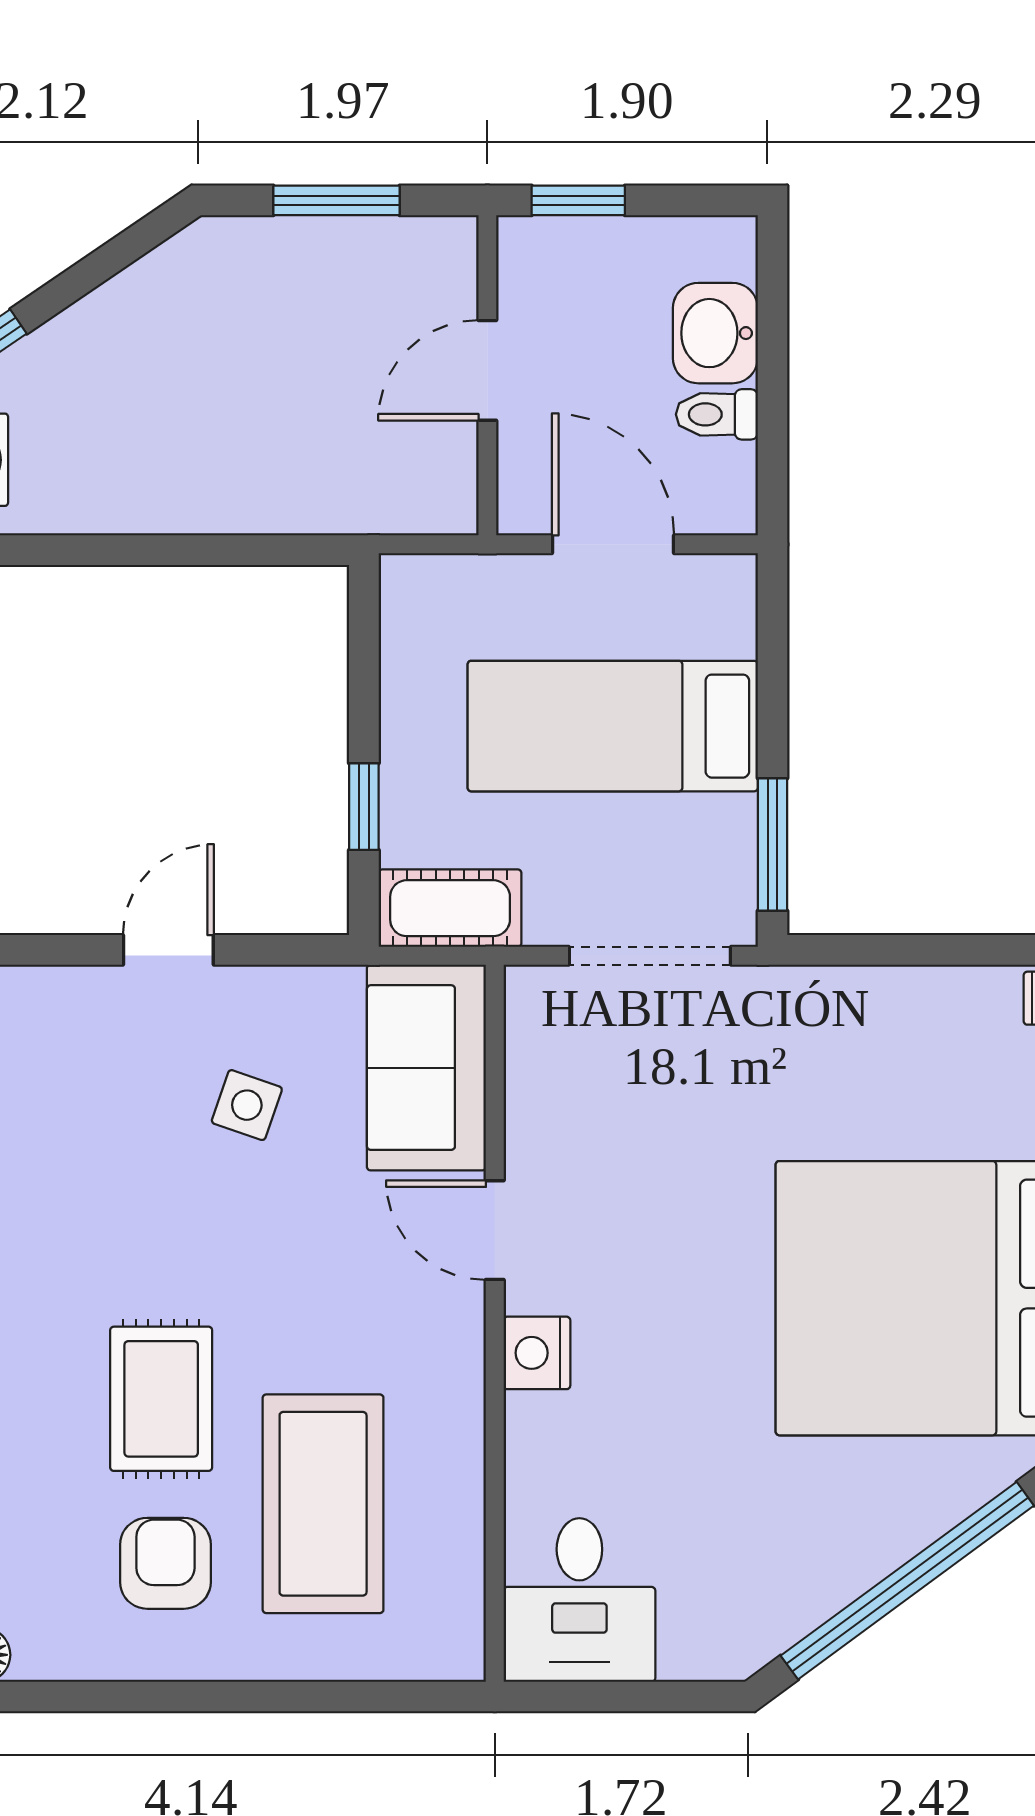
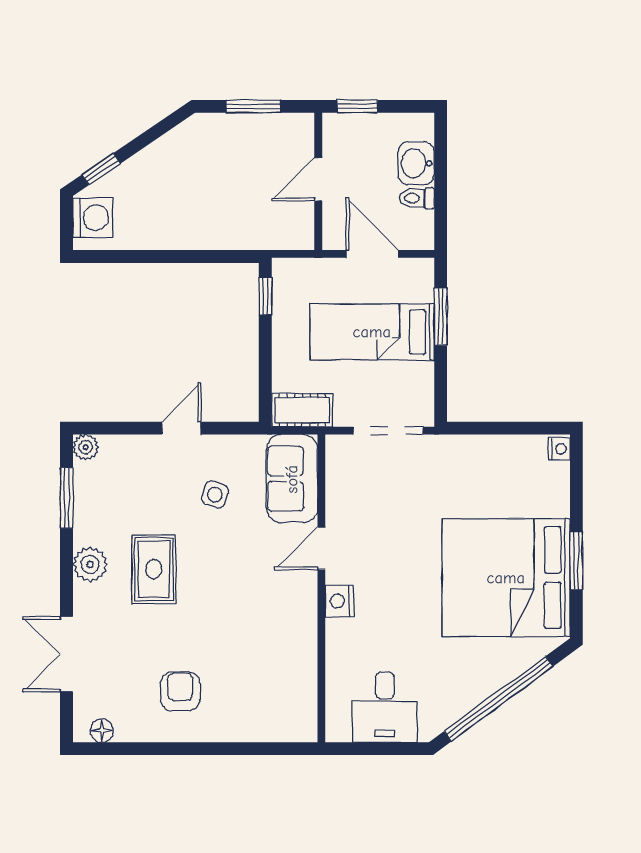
window: (364, 807) -> (265, 296), moved
window: (772, 844) -> (441, 317), moved
door: (495, 1230) -> (321, 548), hinge flipped
rug: (161, 1399) -> (154, 569), moved
coffee table: (323, 1504) -> (248, 666), removed
desk: (579, 1600) -> (385, 707), moved

